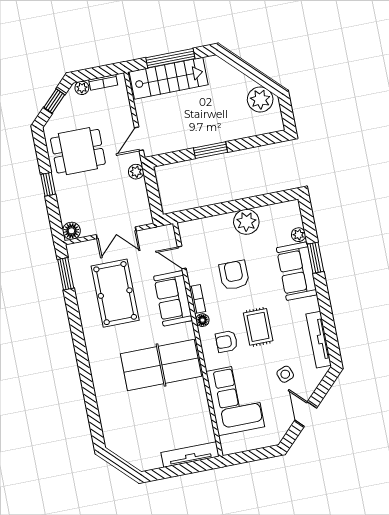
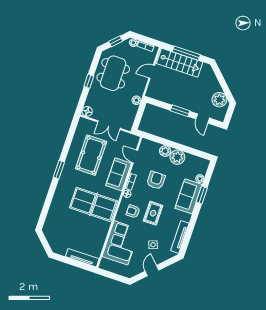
door: (139, 139) -> (152, 72), moved
door: (251, 142) -> (203, 118), added
dining table: (78, 151) -> (113, 73), width x1.38
plant: (223, 223) -> (165, 151), added
window: (66, 274) -> (59, 170), moved

